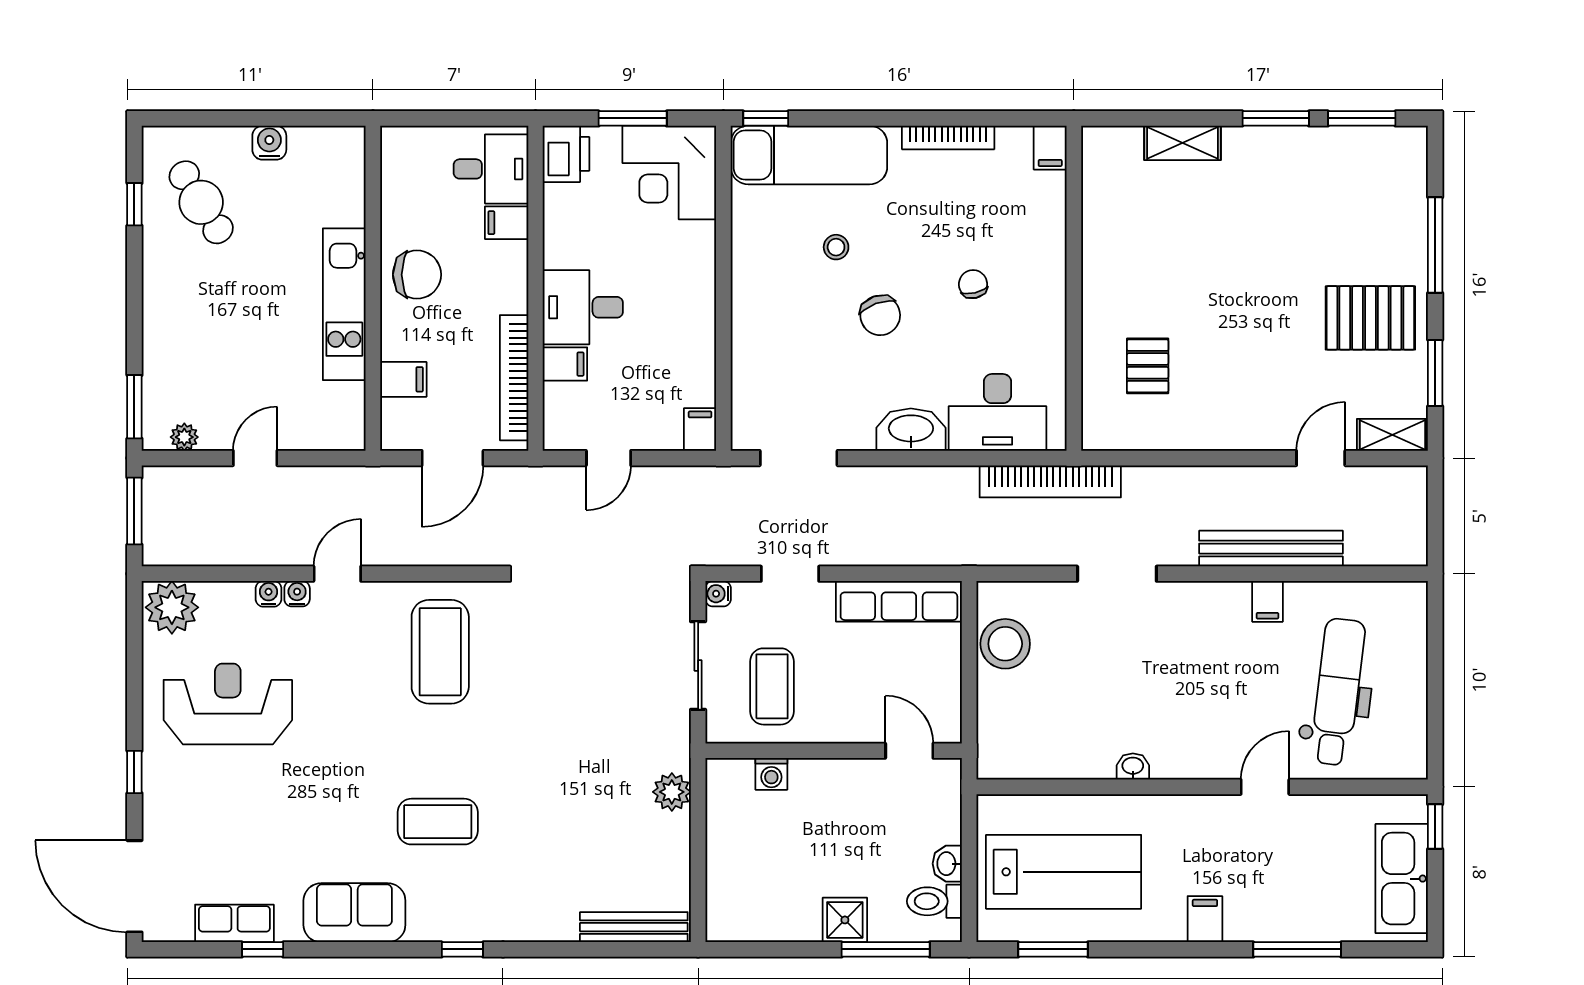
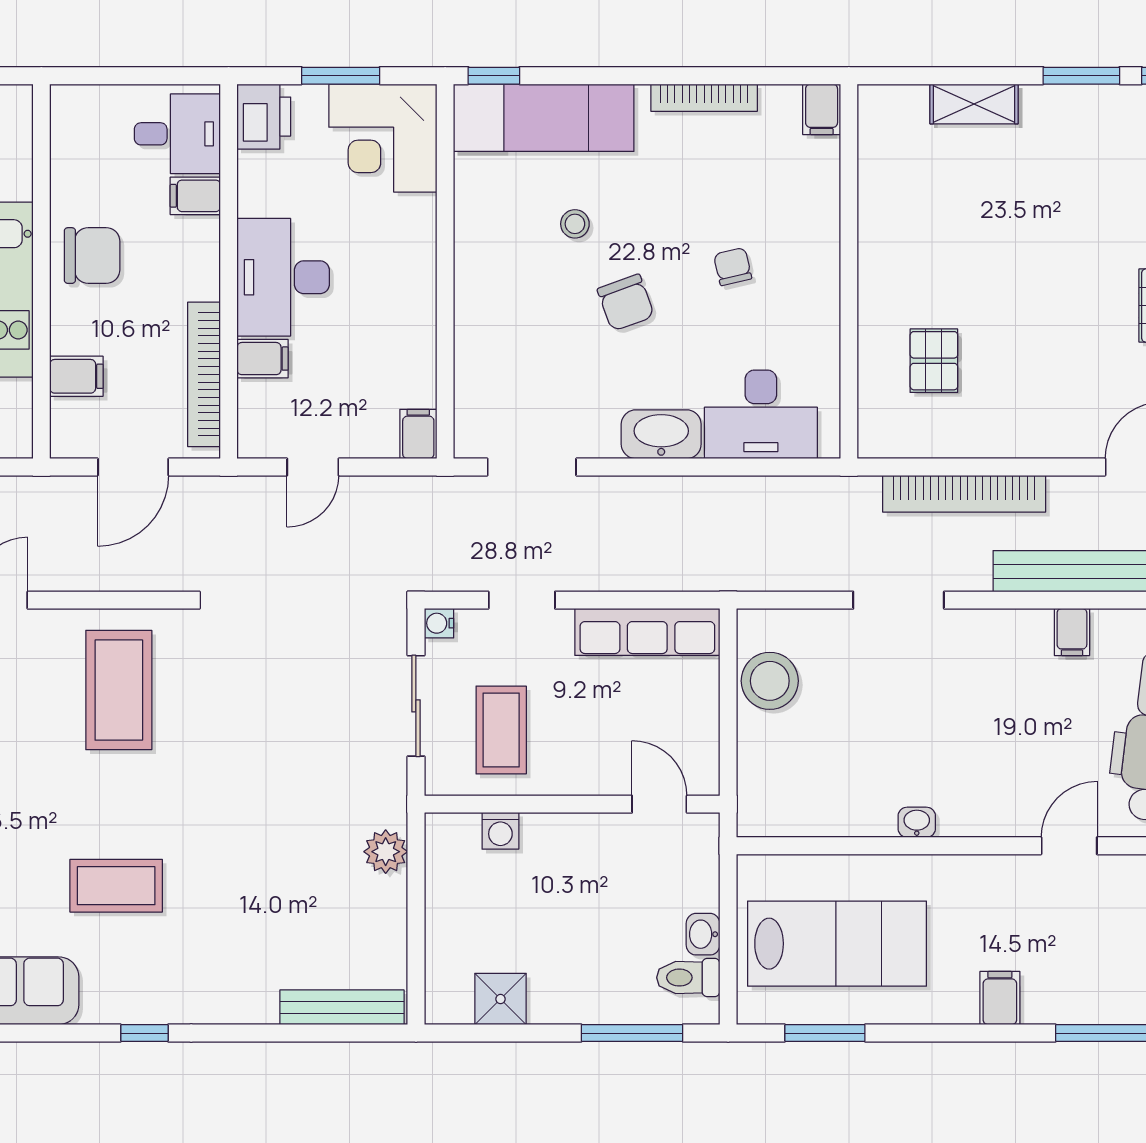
desk: (583, 307) -> (283, 277), width x1.37
bookcase: (1050, 481) -> (964, 494), moved
shower: (845, 920) -> (500, 999), moved

